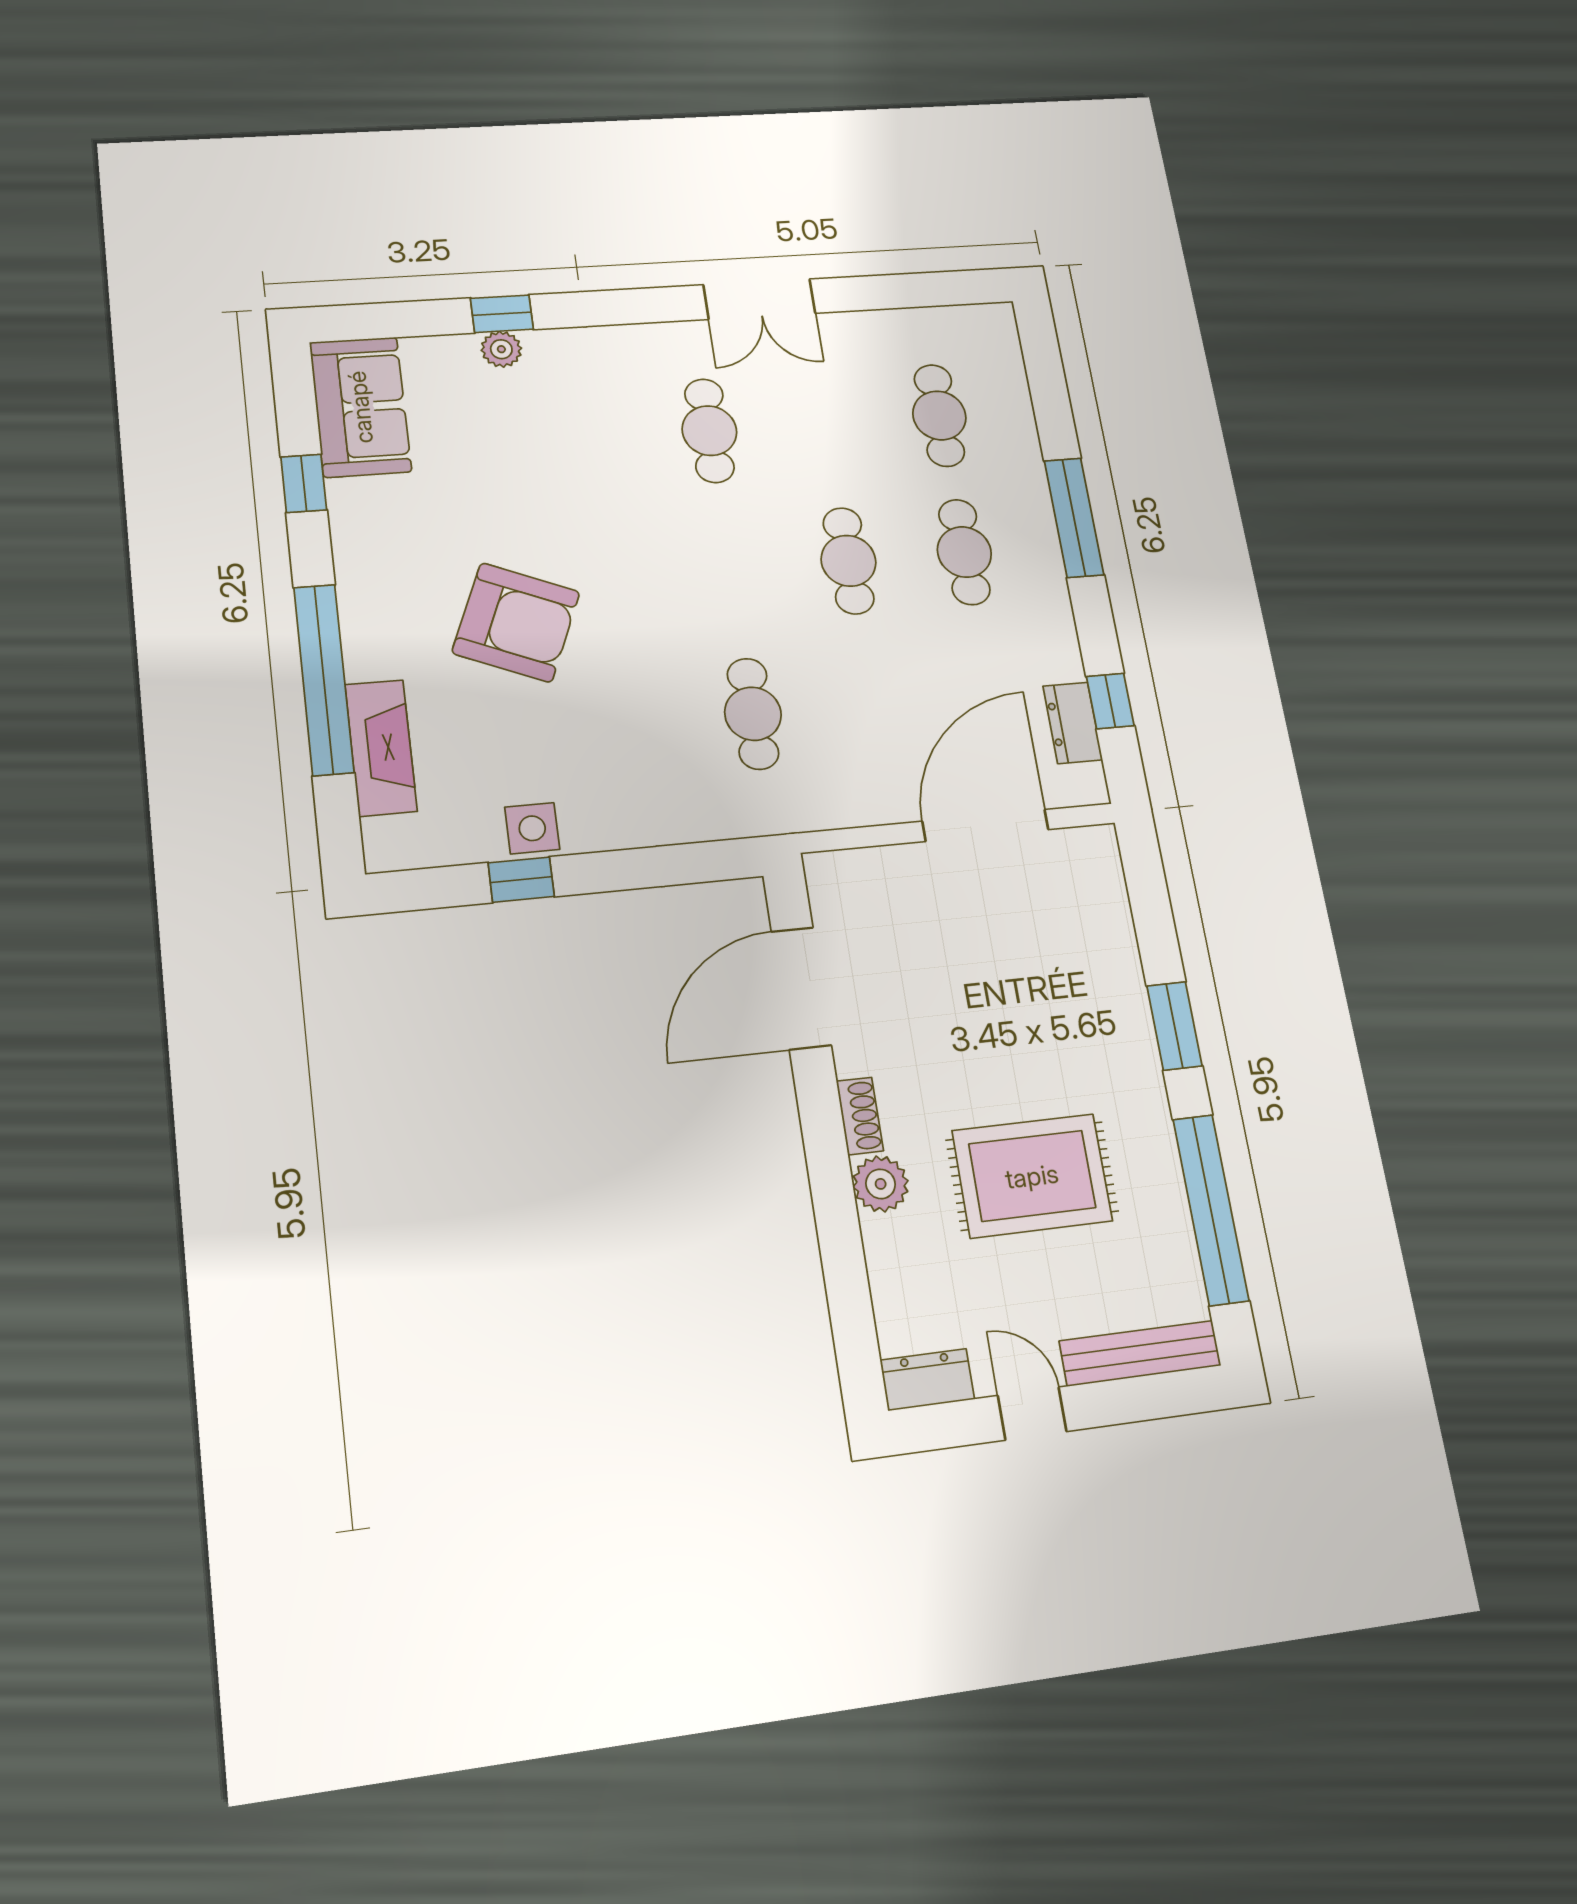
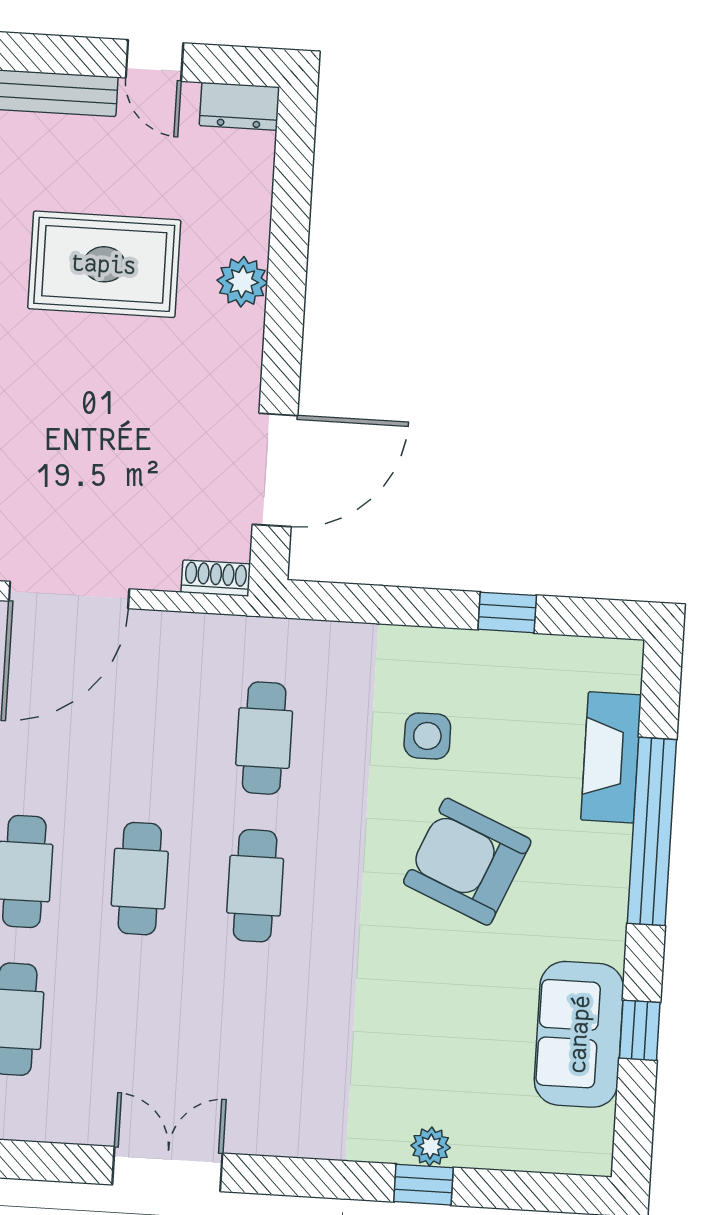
sofa: (360, 407) -> (579, 1034), moved
cafe table: (709, 431) -> (255, 886), moved
side table: (532, 828) -> (427, 736), moved
shoe rack: (860, 1116) -> (216, 578), moved, turned 90

